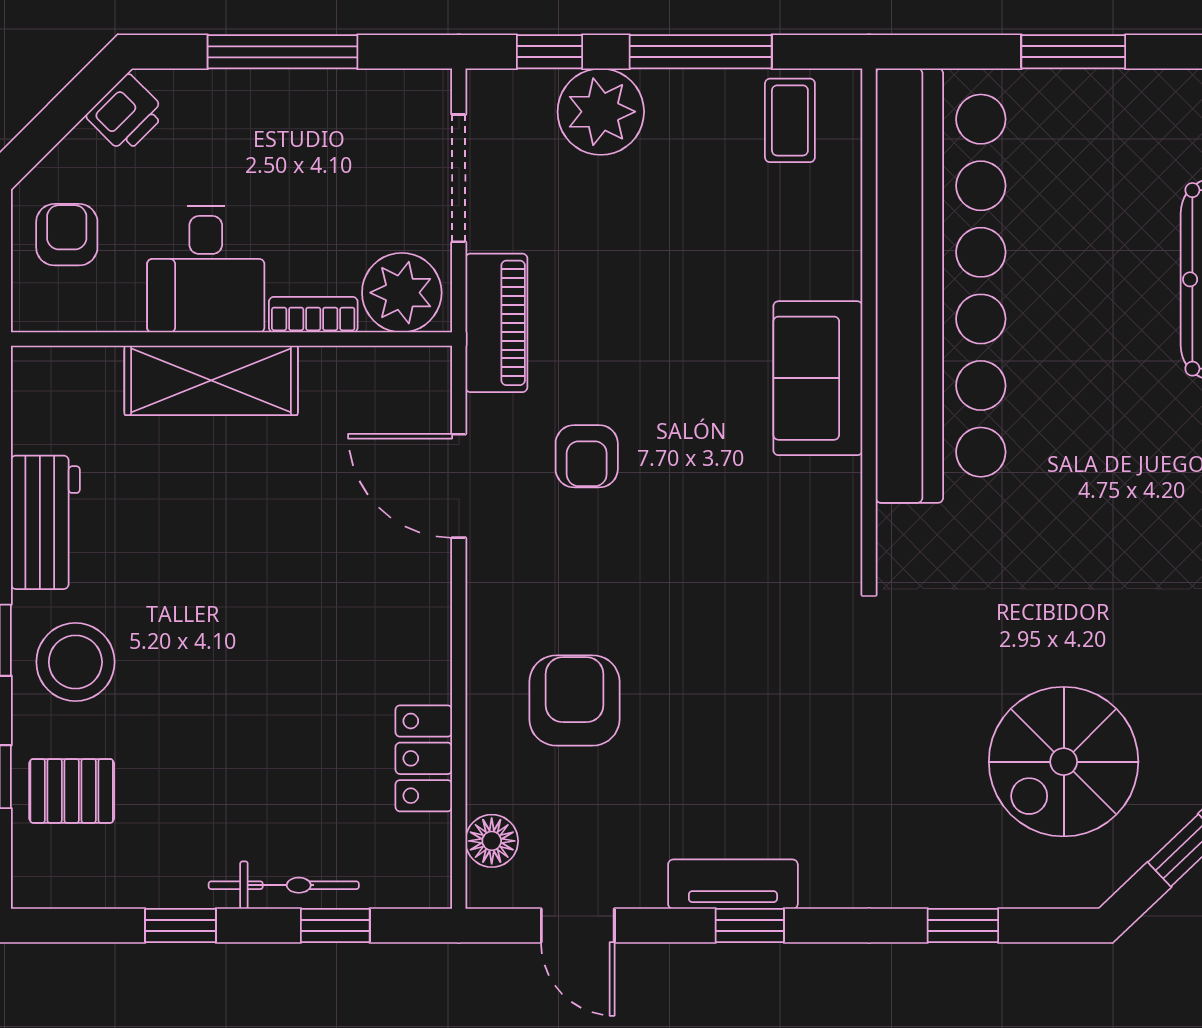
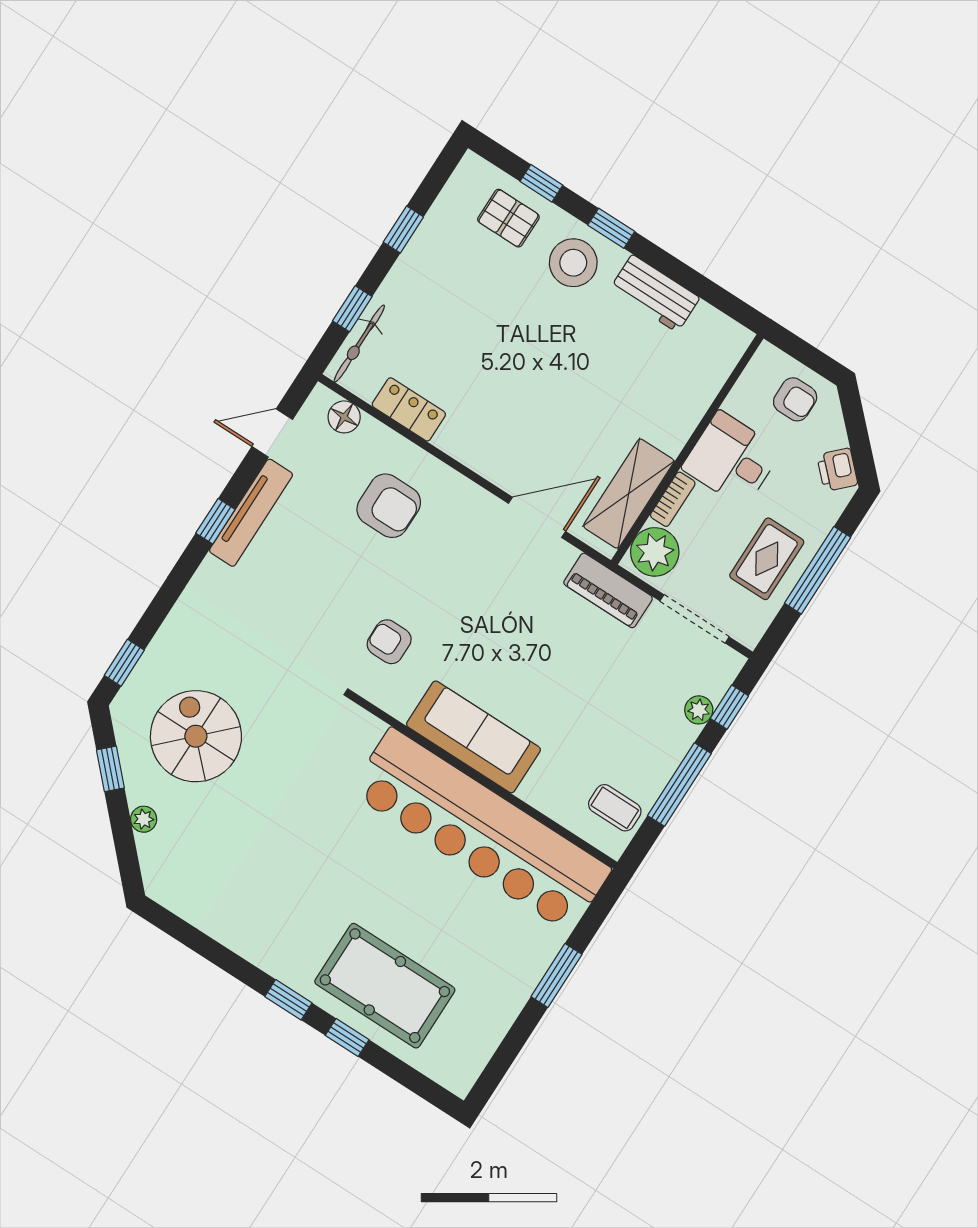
plant: (601, 112) -> (699, 710), width x0.53, depth x0.53
rug: (312, 132) -> (767, 559), added
sofa: (818, 378) -> (473, 737), width x1.36
shelving: (211, 380) -> (629, 494), moved
armchair: (587, 456) -> (389, 642), moved
pallet: (72, 791) -> (508, 218), turned 90
tv unit: (733, 884) -> (251, 513), width x1.41
bicycle: (284, 885) -> (359, 344), moved
window: (963, 926) -> (124, 663), moved

